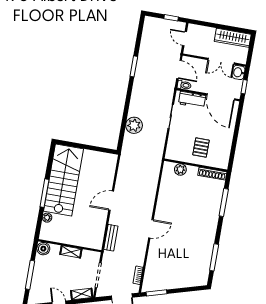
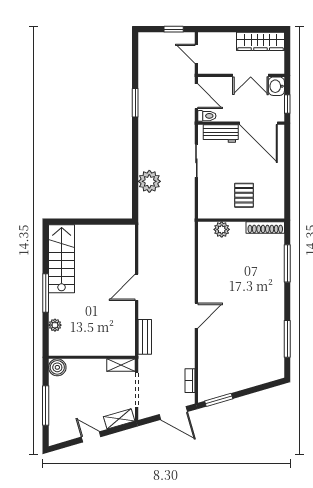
stairs: (63, 180) -> (62, 259), width x0.73, depth x0.66
shelving: (71, 252) -> (121, 365), moved

